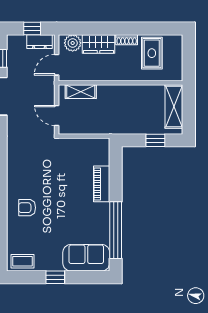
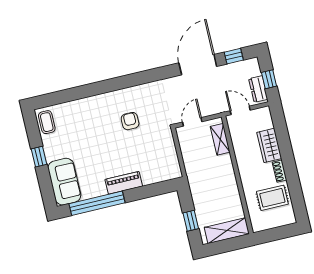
plant: (73, 43) -> (264, 121), removed
piano: (102, 184) -> (124, 183), moved
armchair: (27, 208) -> (130, 121), moved

